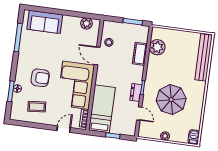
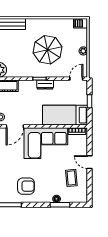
armchair: (40, 78) -> (26, 186), moved, turned 90
door: (139, 113) -> (76, 79), moved
door: (64, 129) -> (90, 162), moved

